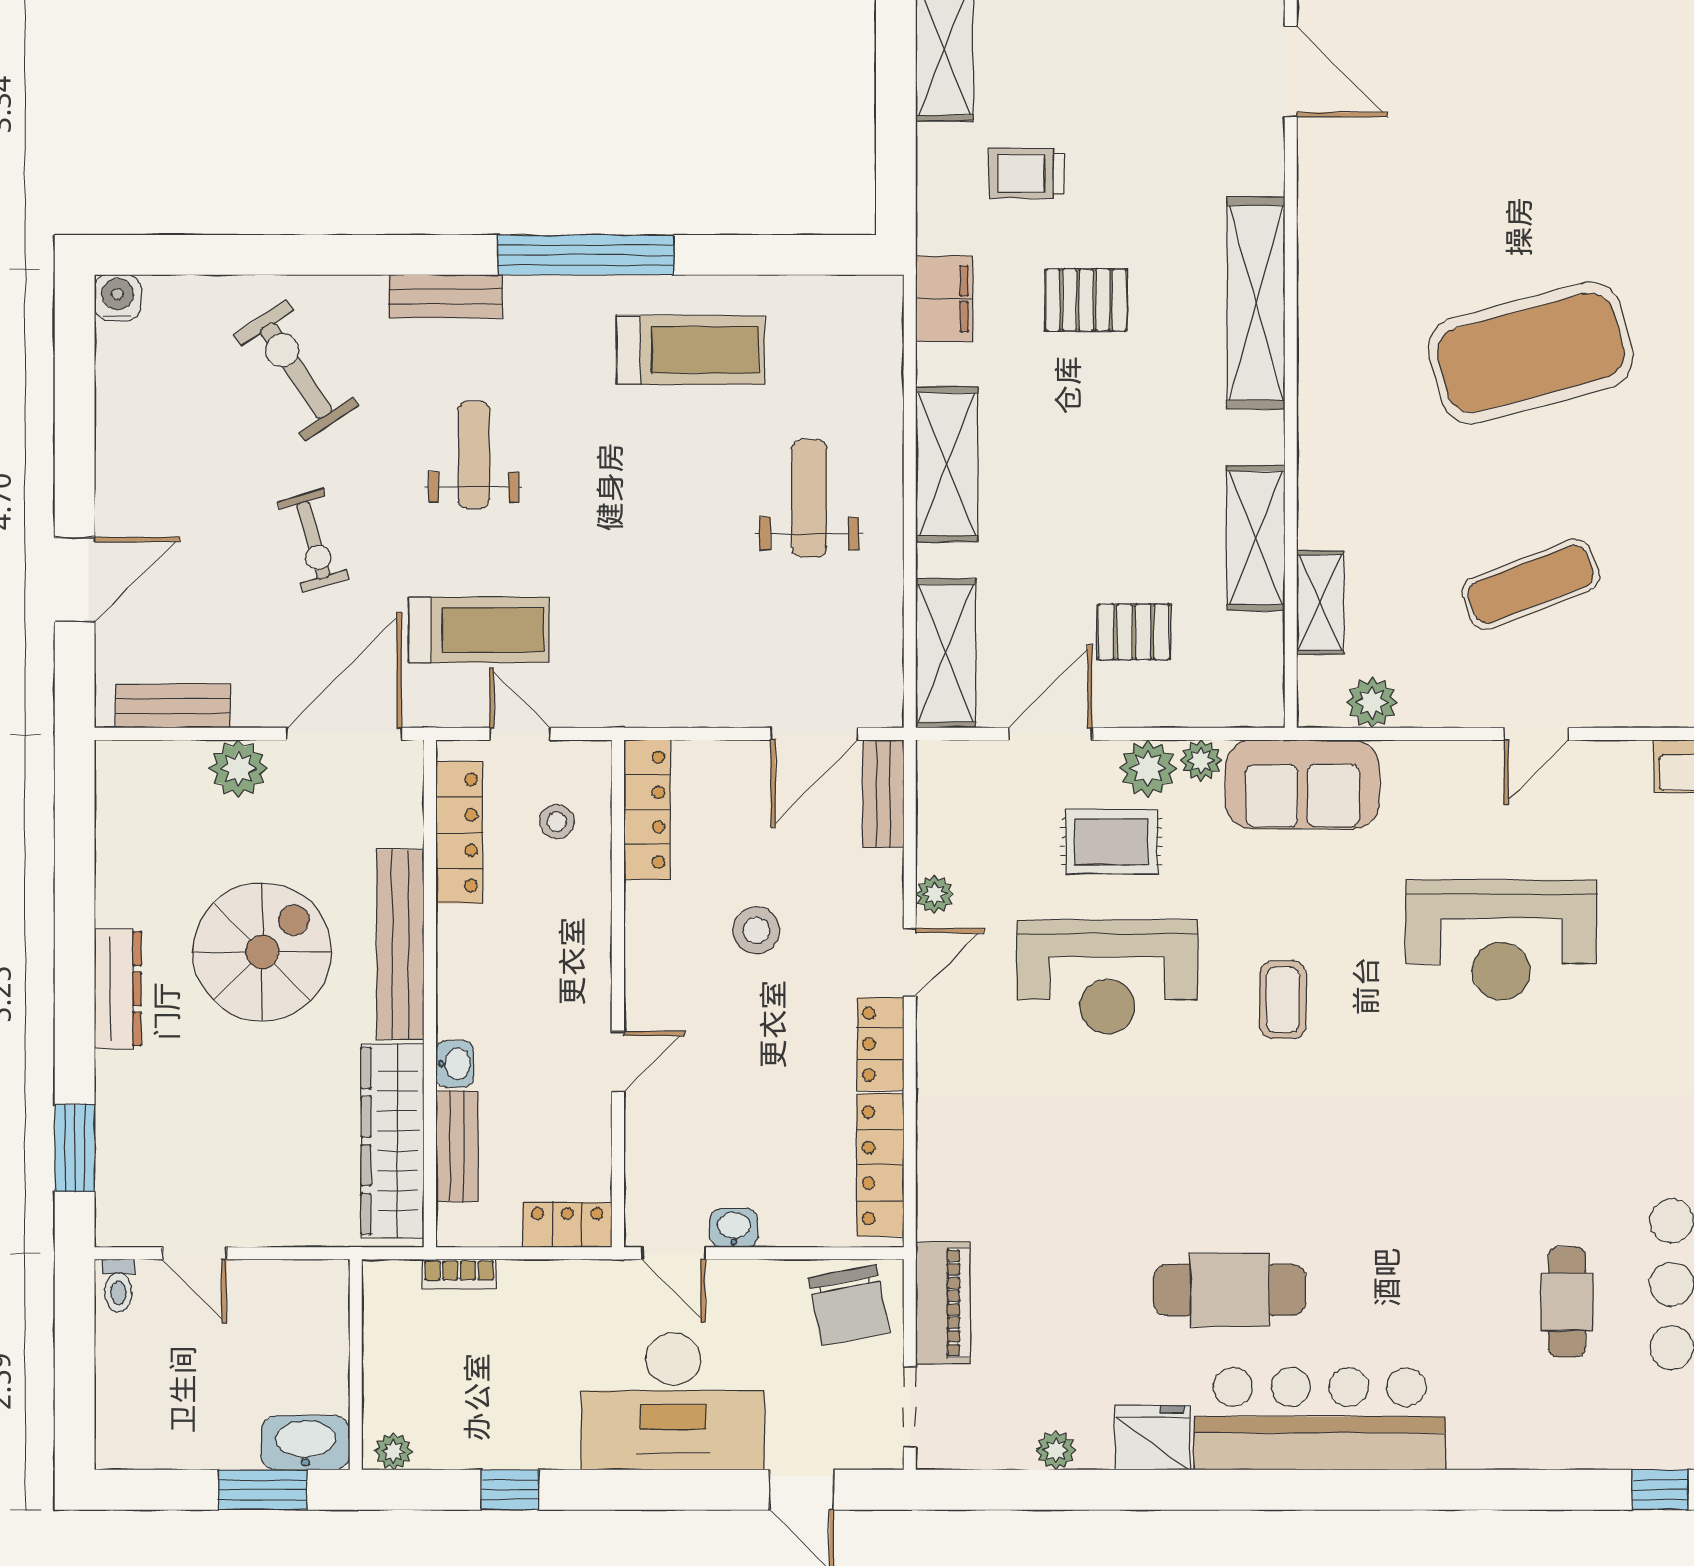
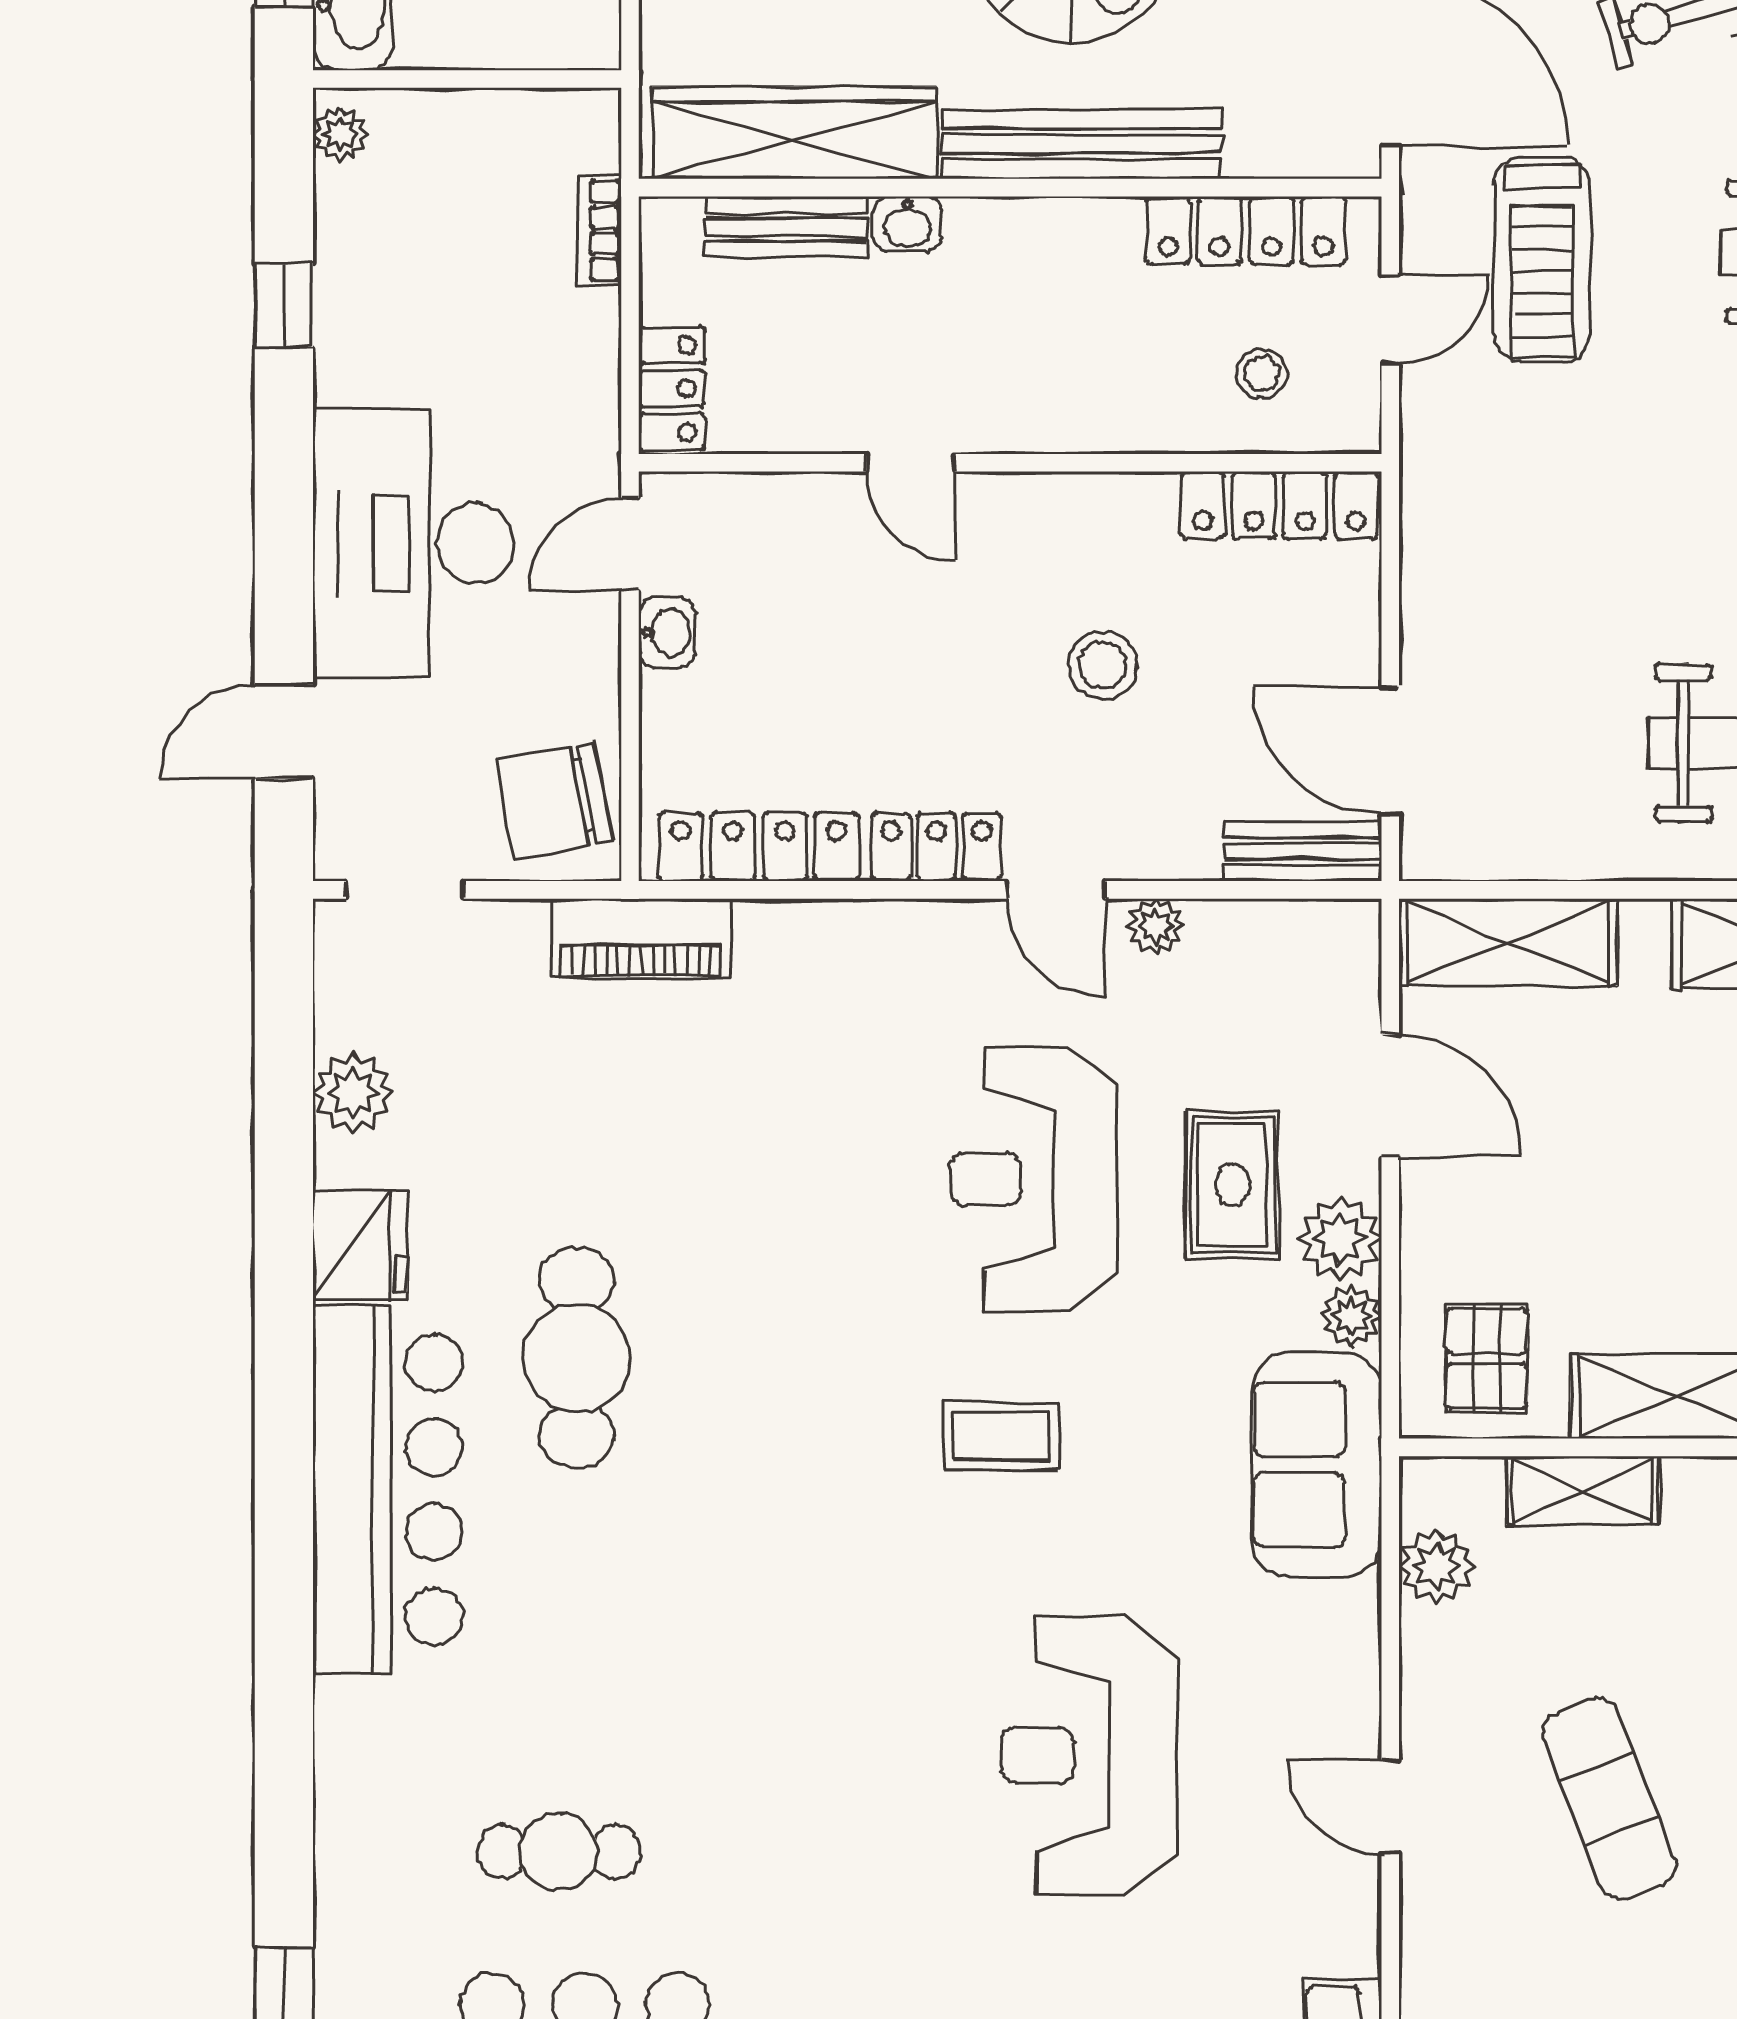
pallet: (1134, 632) -> (1486, 1358), moved
piano: (943, 1303) -> (641, 939), moved
plant: (1056, 1450) -> (353, 1093), width x1.38, depth x1.38

